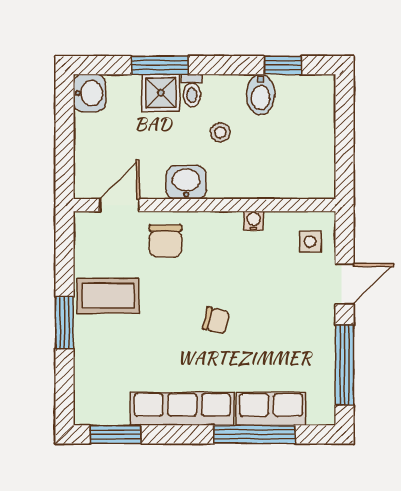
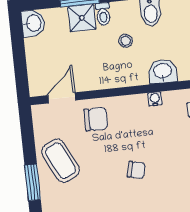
washbasin: (186, 182) -> (163, 71), moved
chair: (166, 241) -> (96, 119), turned -90
coffee table: (108, 296) -> (60, 161), turned 64

